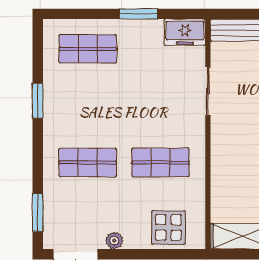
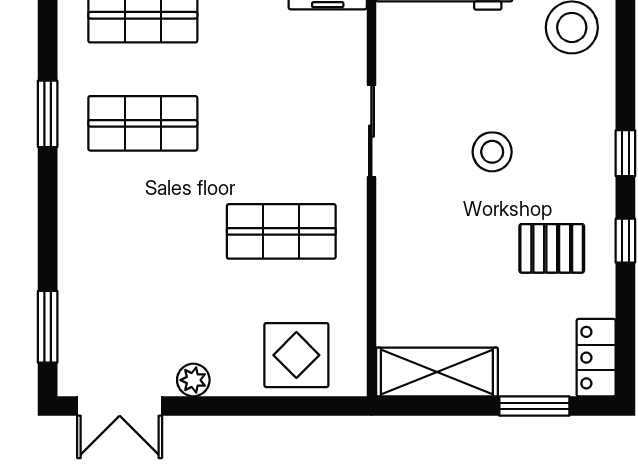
sliding door: (208, 91) -> (371, 131), moved
shop shelf: (88, 162) -> (143, 123), moved

